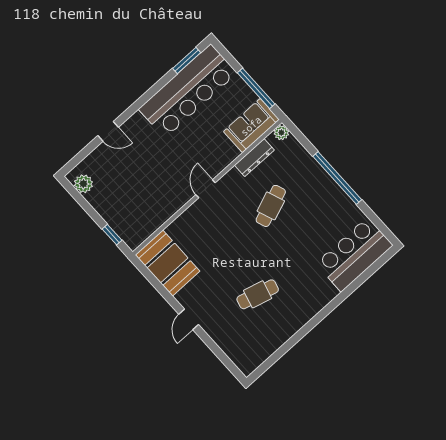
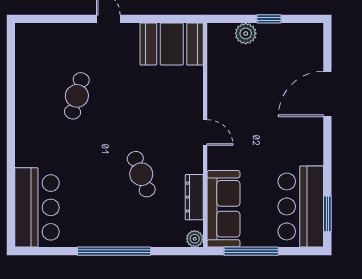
bar counter: (188, 91) -> (301, 206), width x0.73
sofa: (251, 126) -> (224, 209), width x1.36
door: (108, 131) -> (327, 94), width x1.88
plant: (83, 184) -> (246, 33), moved
window: (112, 235) -> (269, 19), moved

